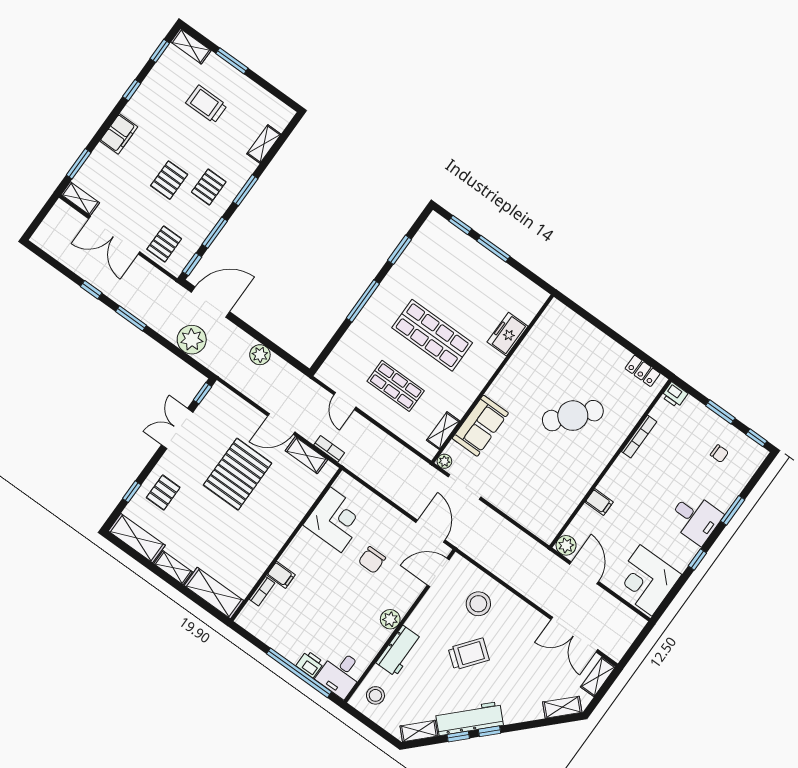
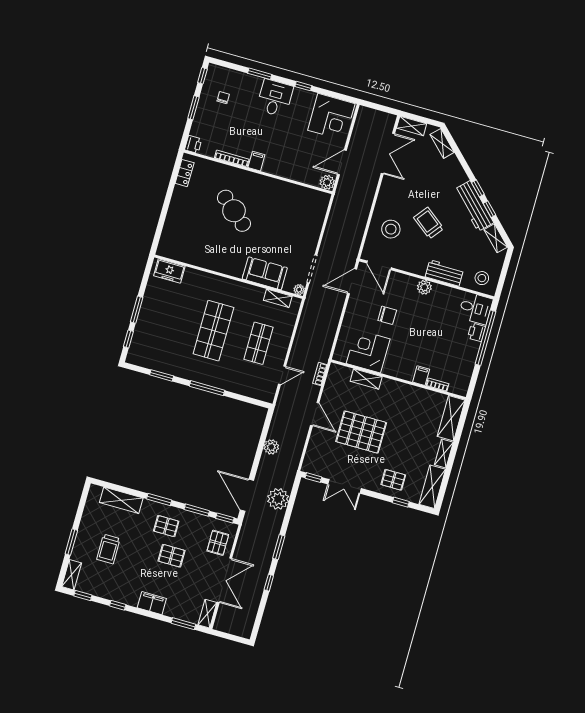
shelving: (264, 144) -> (121, 500), width x1.50, depth x1.33
pallet: (164, 244) -> (218, 543), turned 90
freezer: (507, 334) -> (169, 271), moved
shelving: (306, 455) -> (366, 379), moved, turned 90
filing cabinet: (599, 502) -> (256, 161), moved

